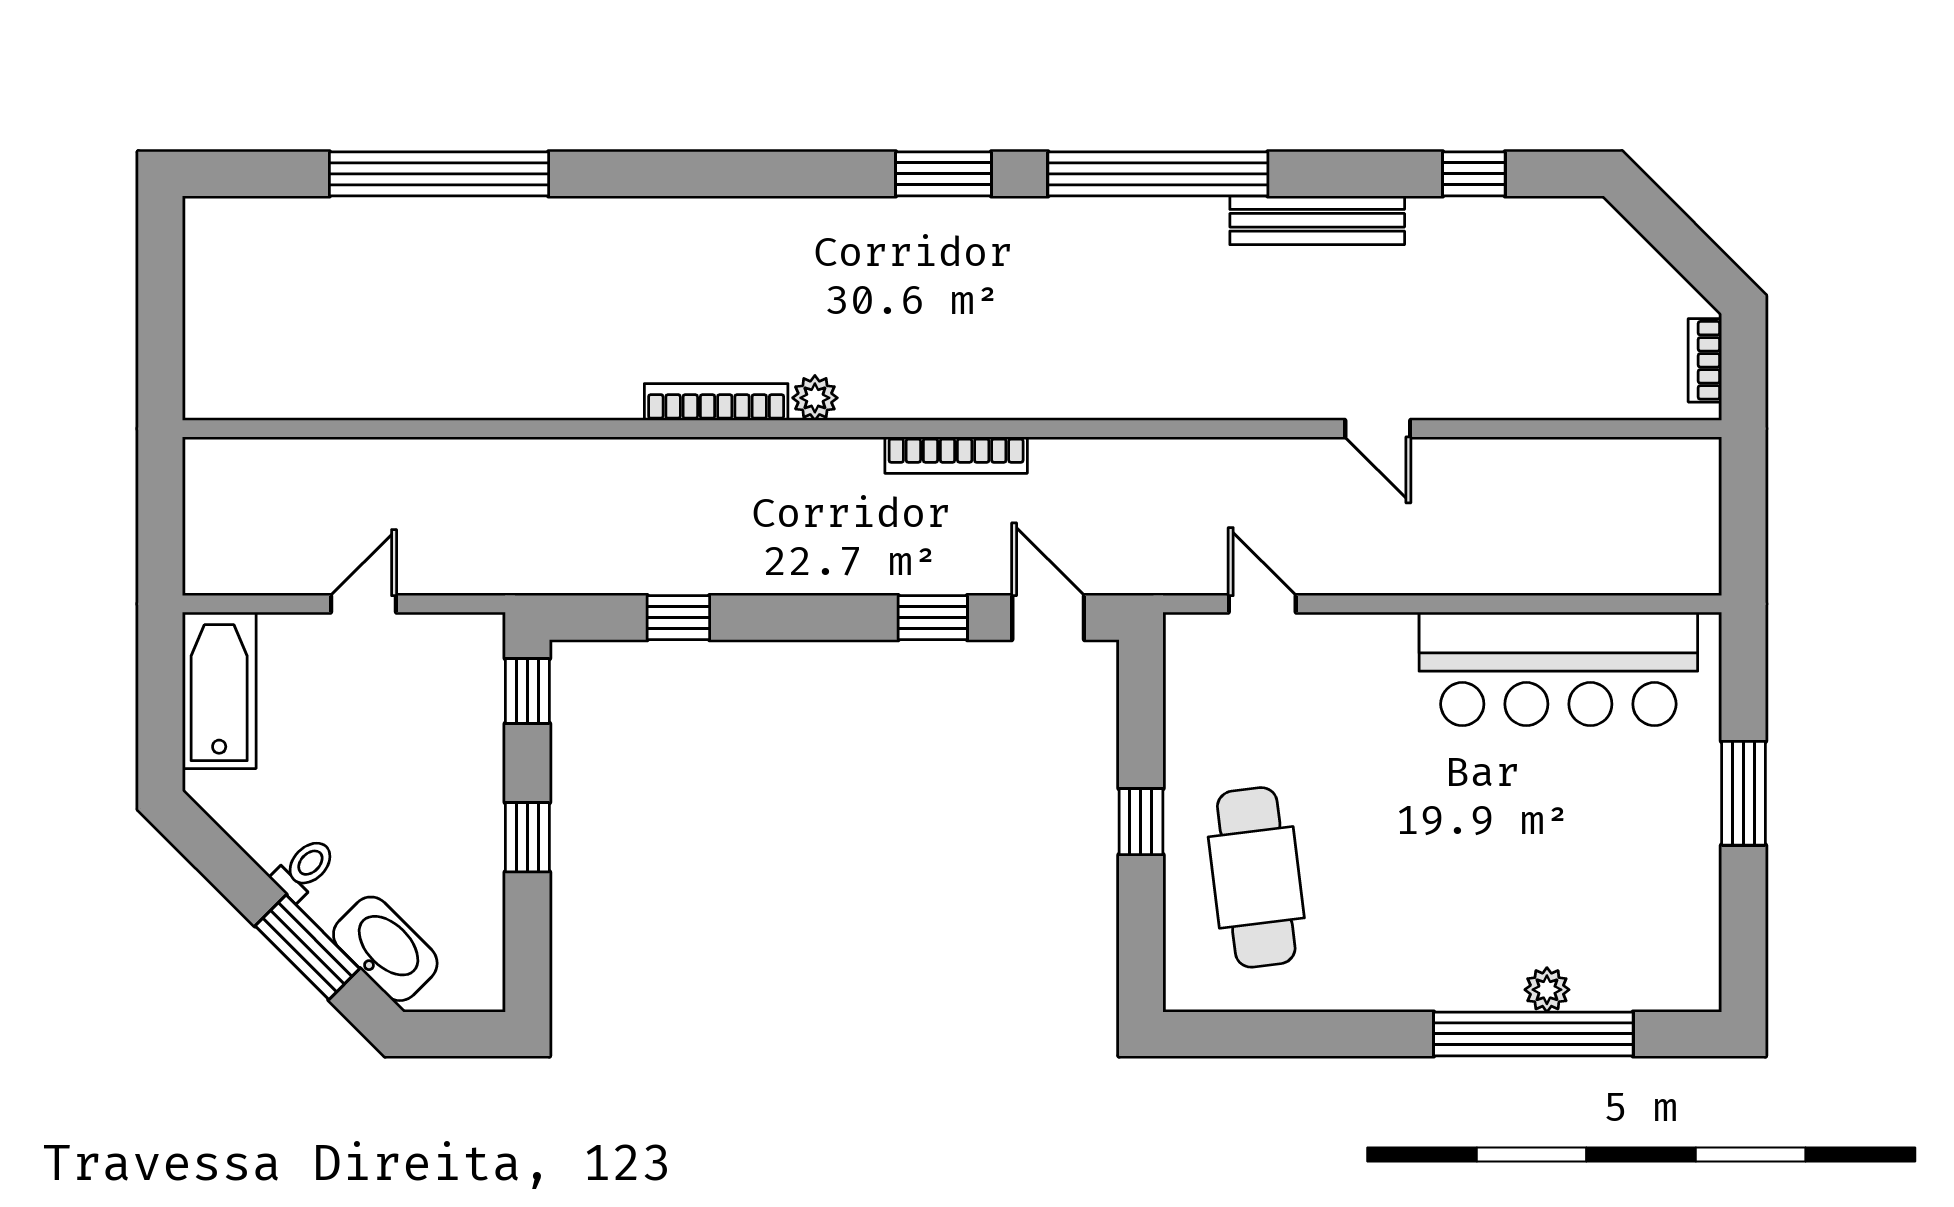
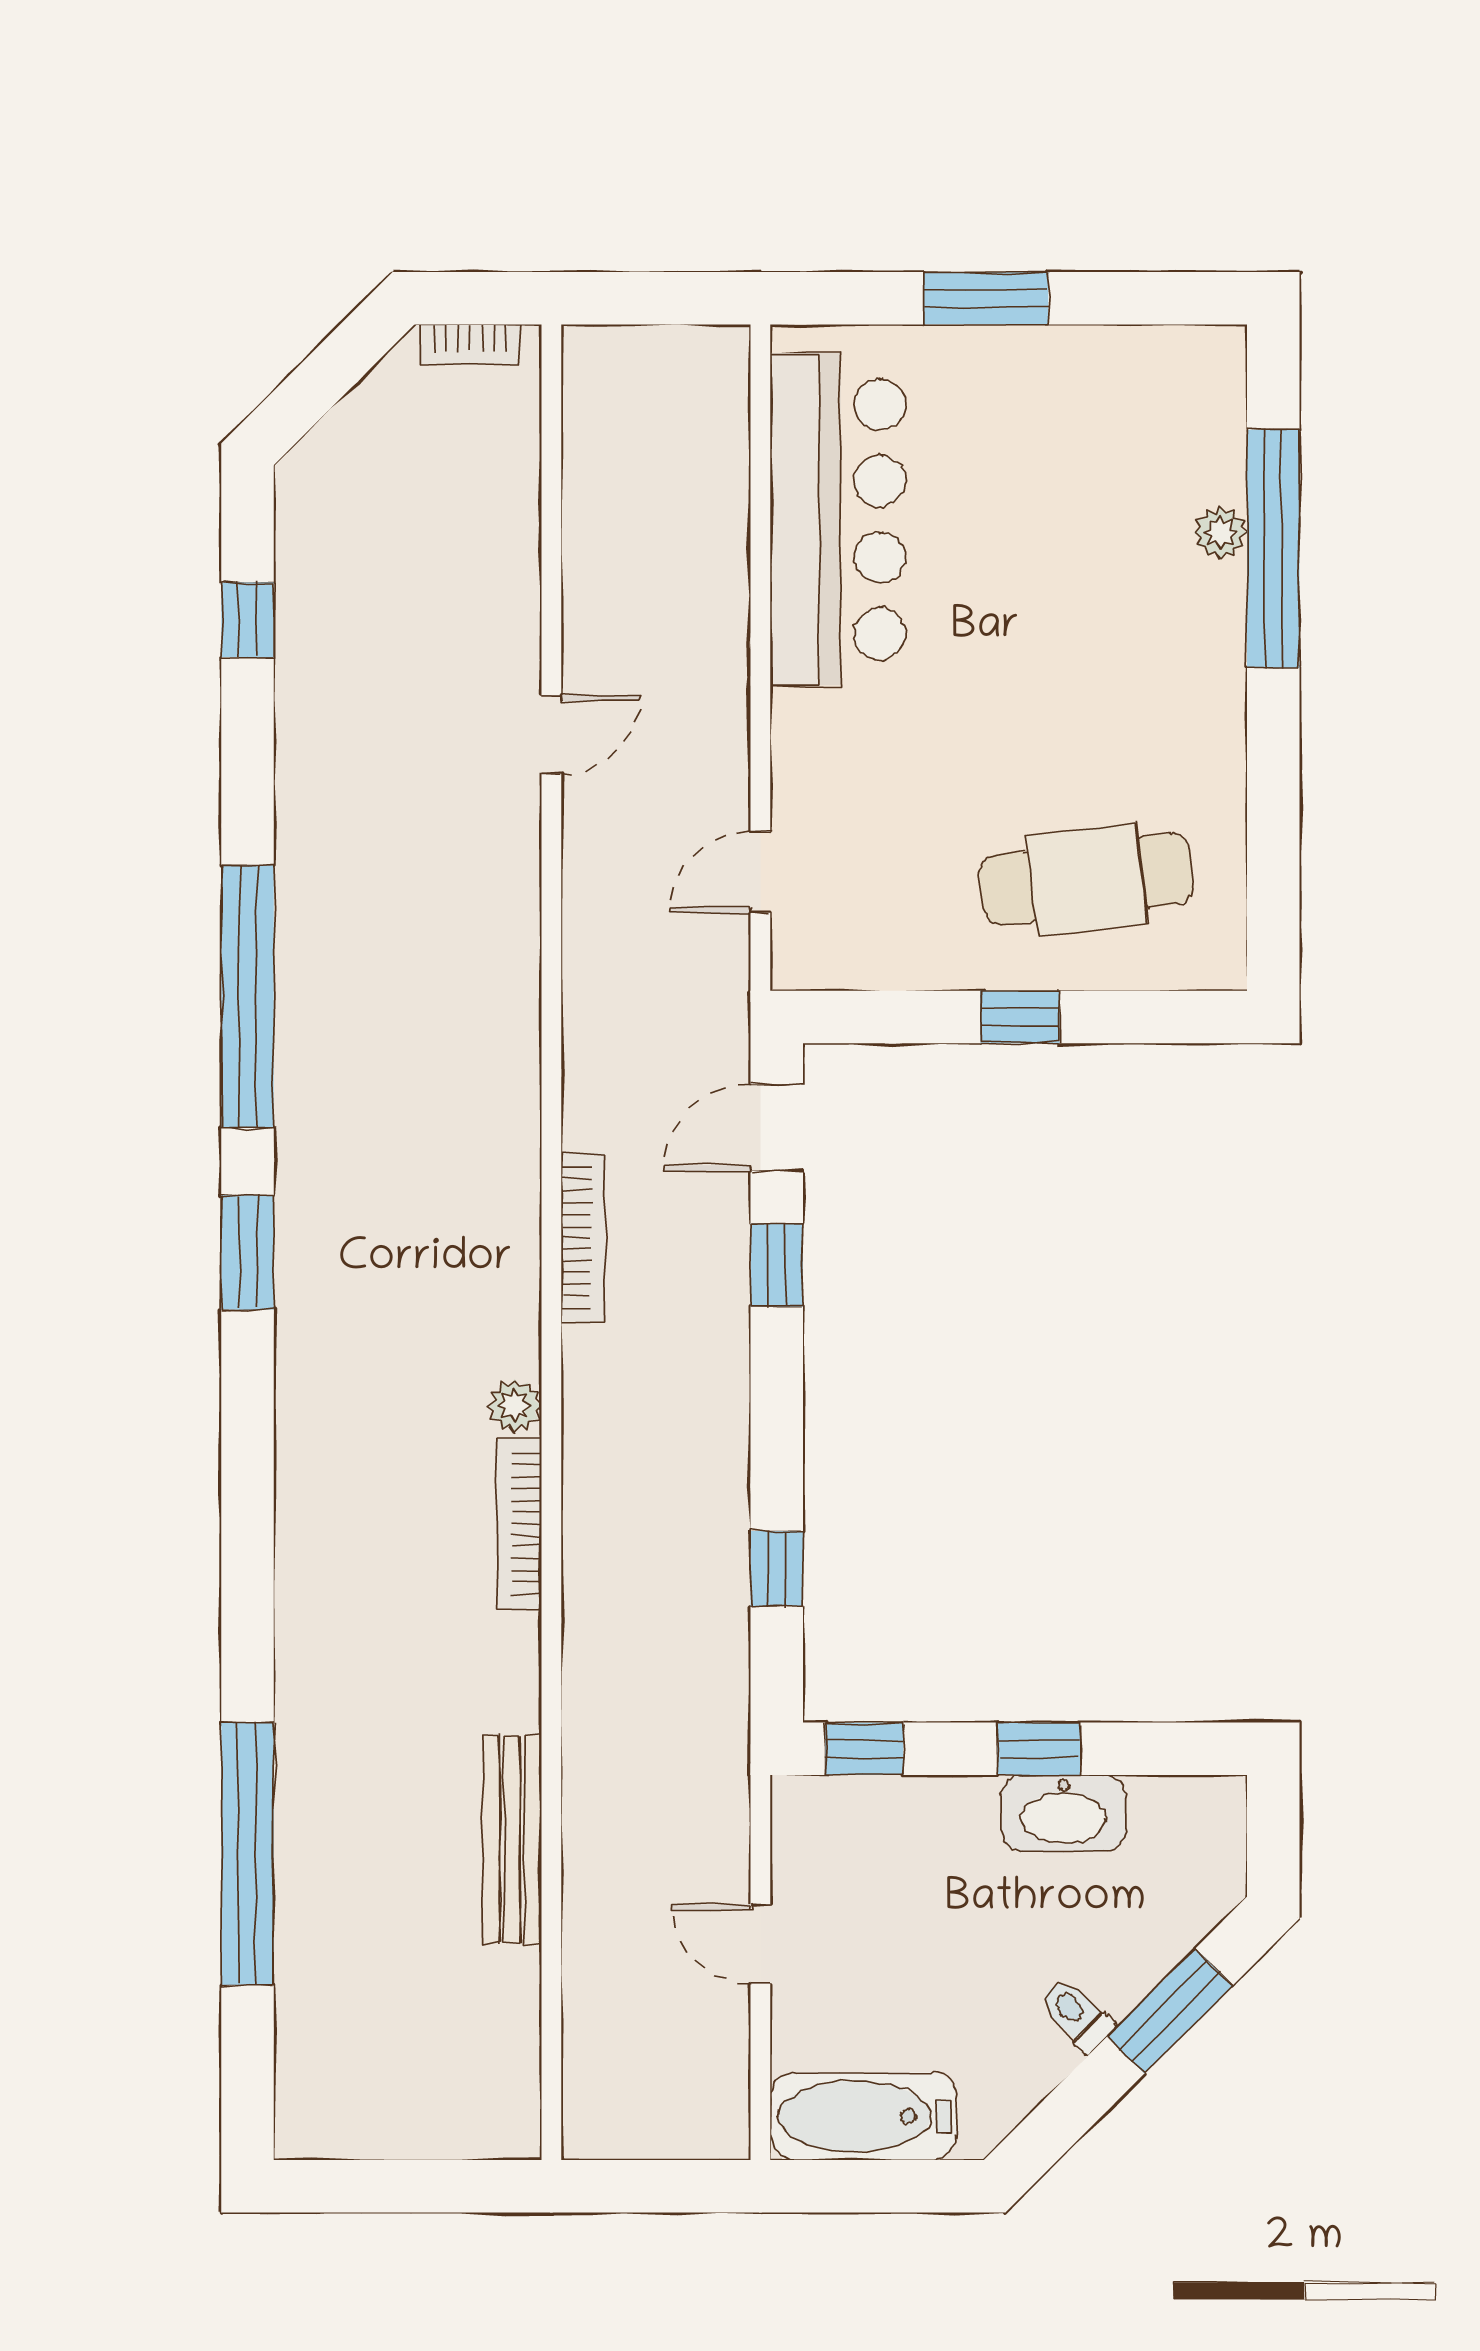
bench: (1317, 220) -> (512, 1839), moved
washbasin: (385, 949) -> (1063, 1813), moved, turned -135

